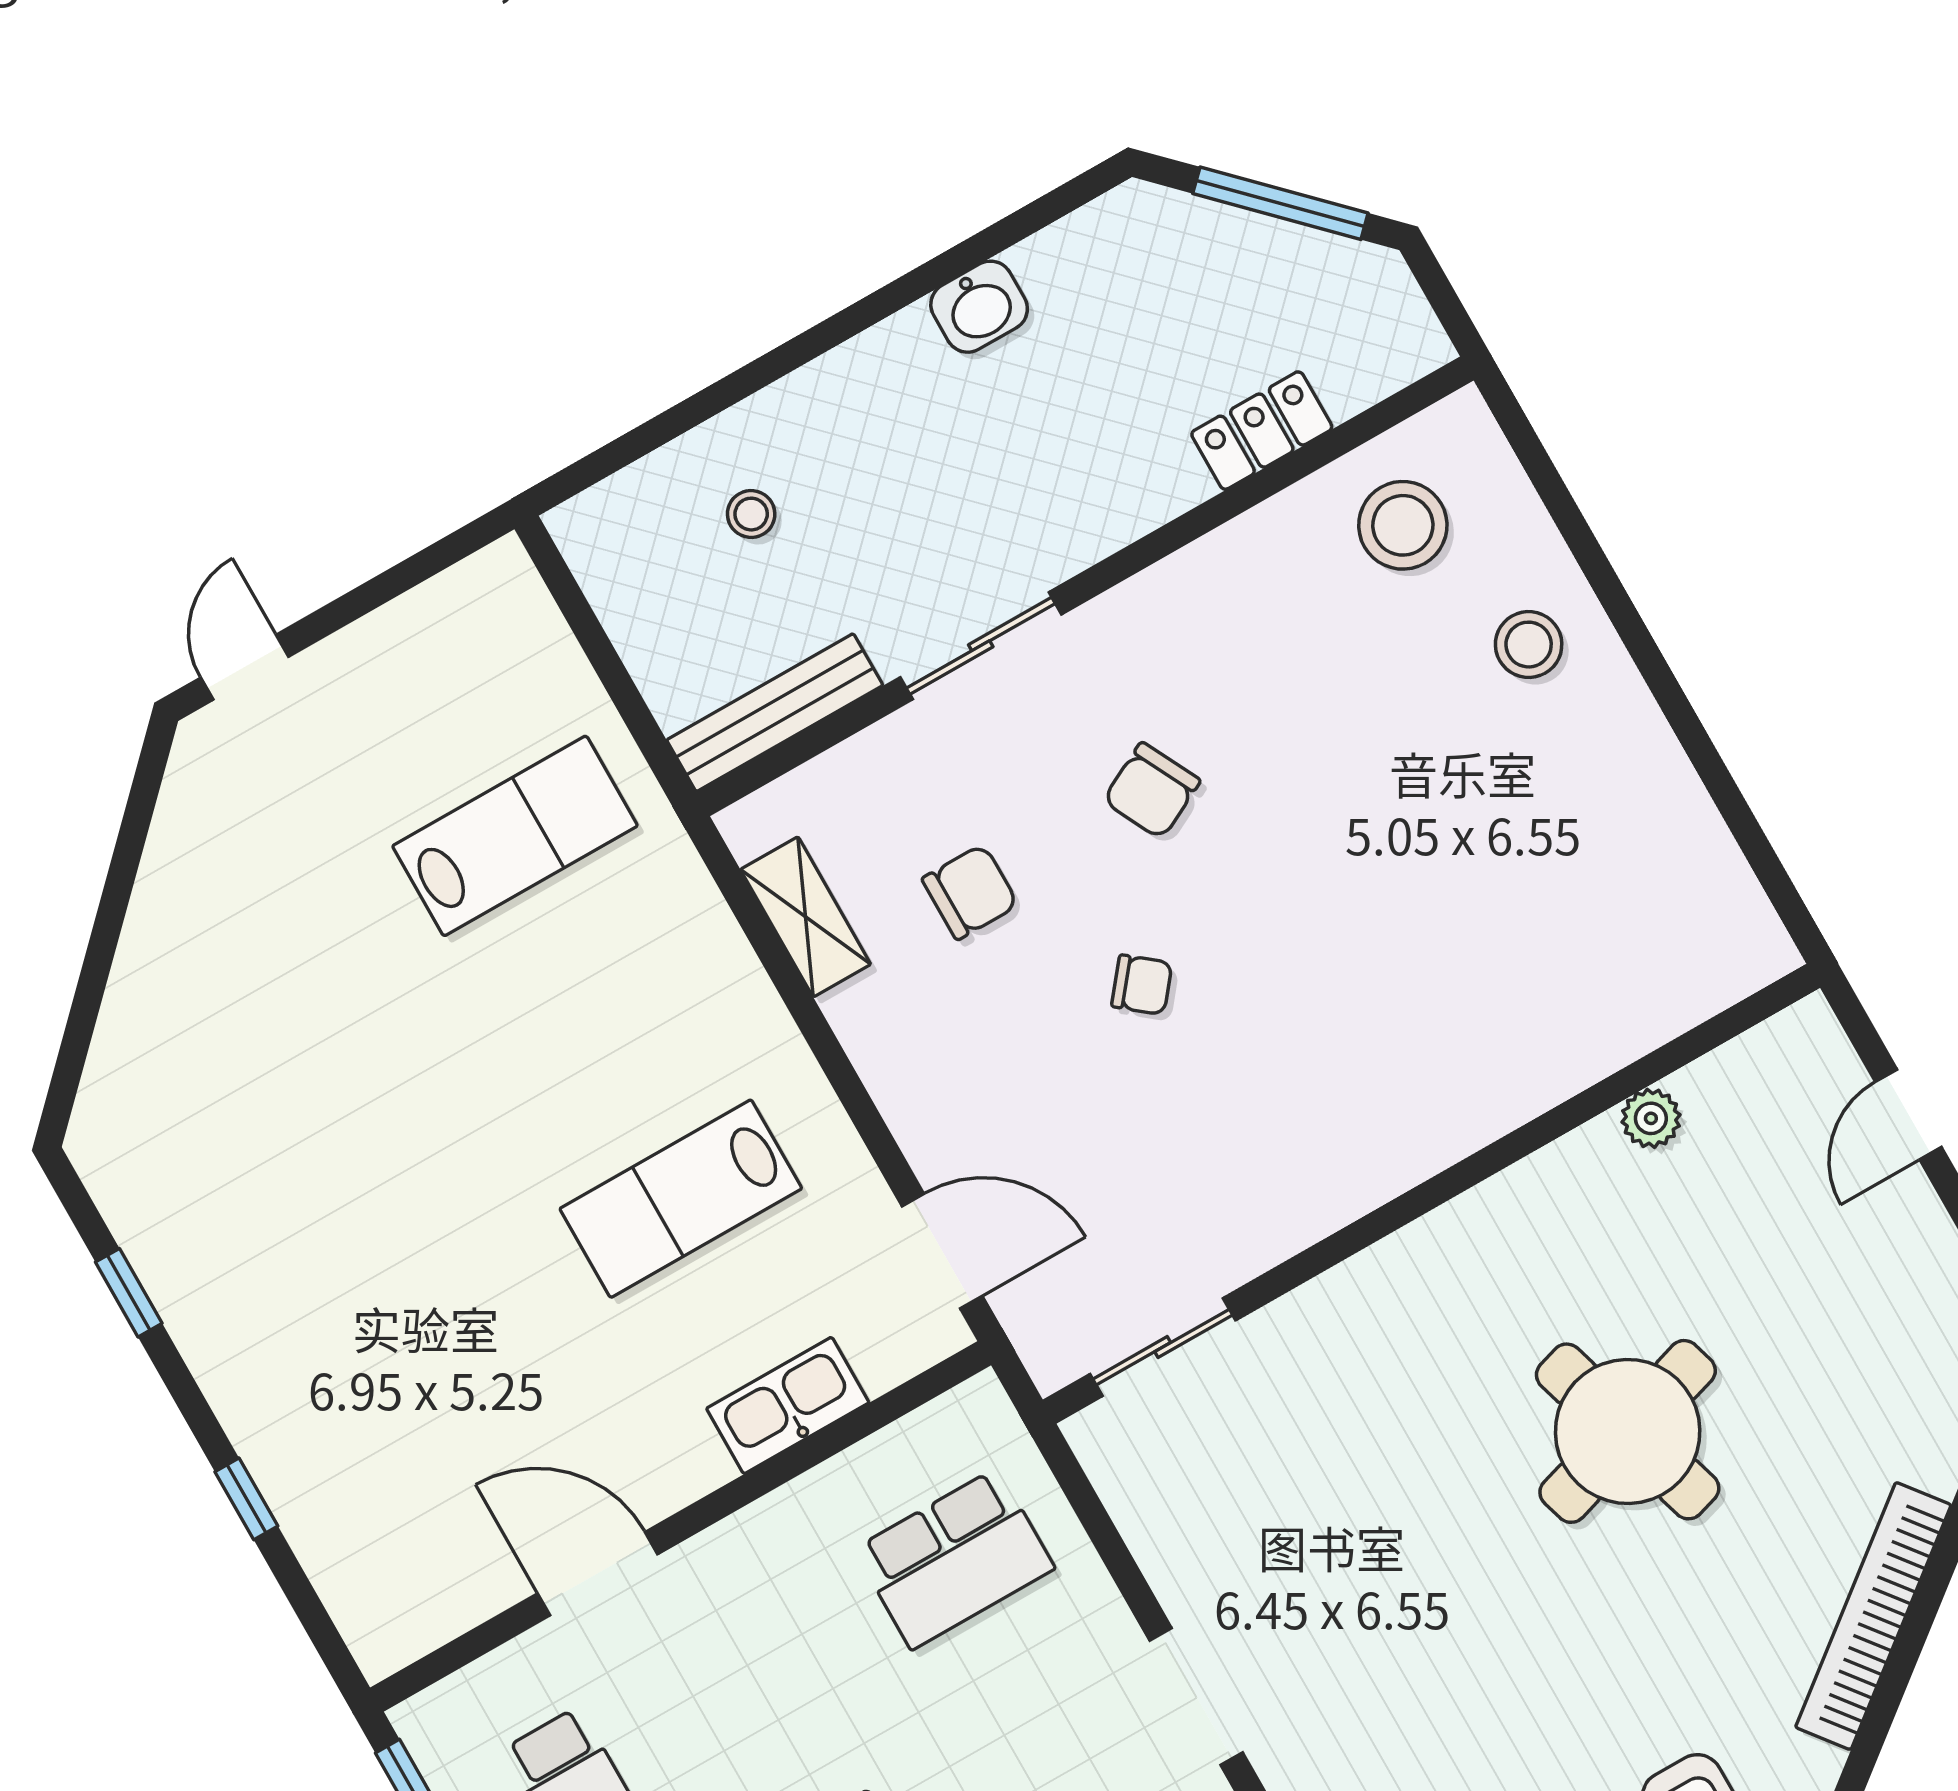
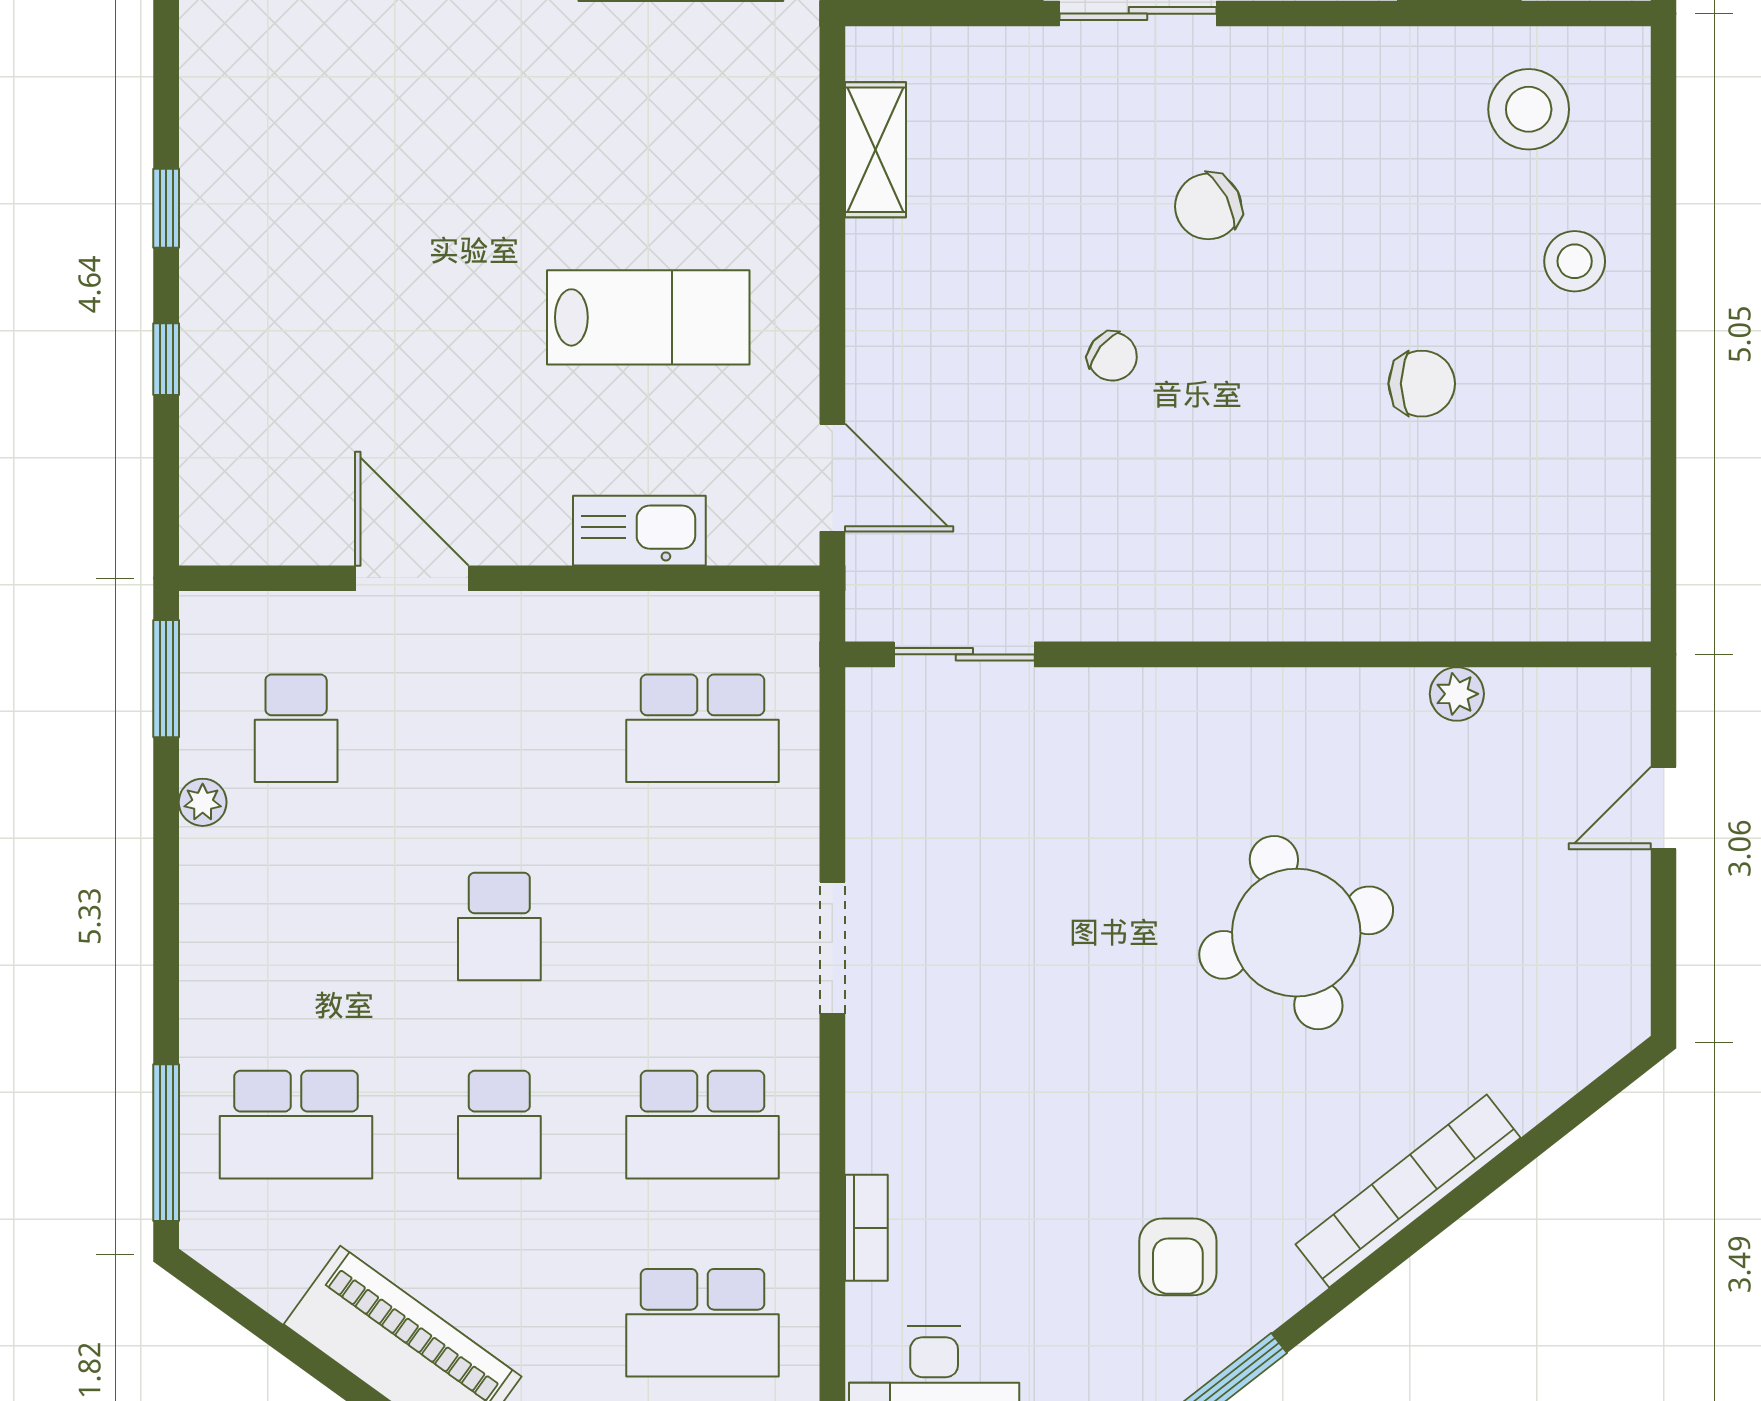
chair: (970, 892) -> (1422, 384), moved
lab bench: (681, 1199) -> (648, 317), turned 180
window: (129, 1293) -> (166, 208), moved

